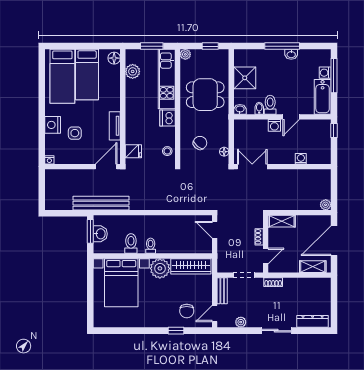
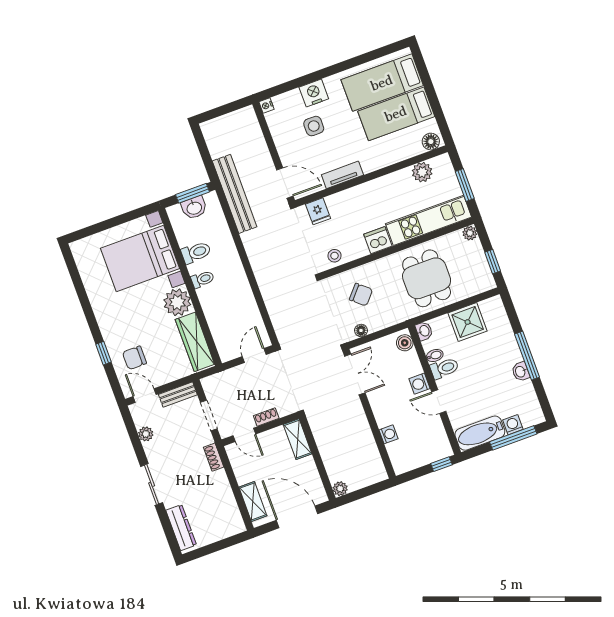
boiler: (243, 125) -> (405, 343), added

